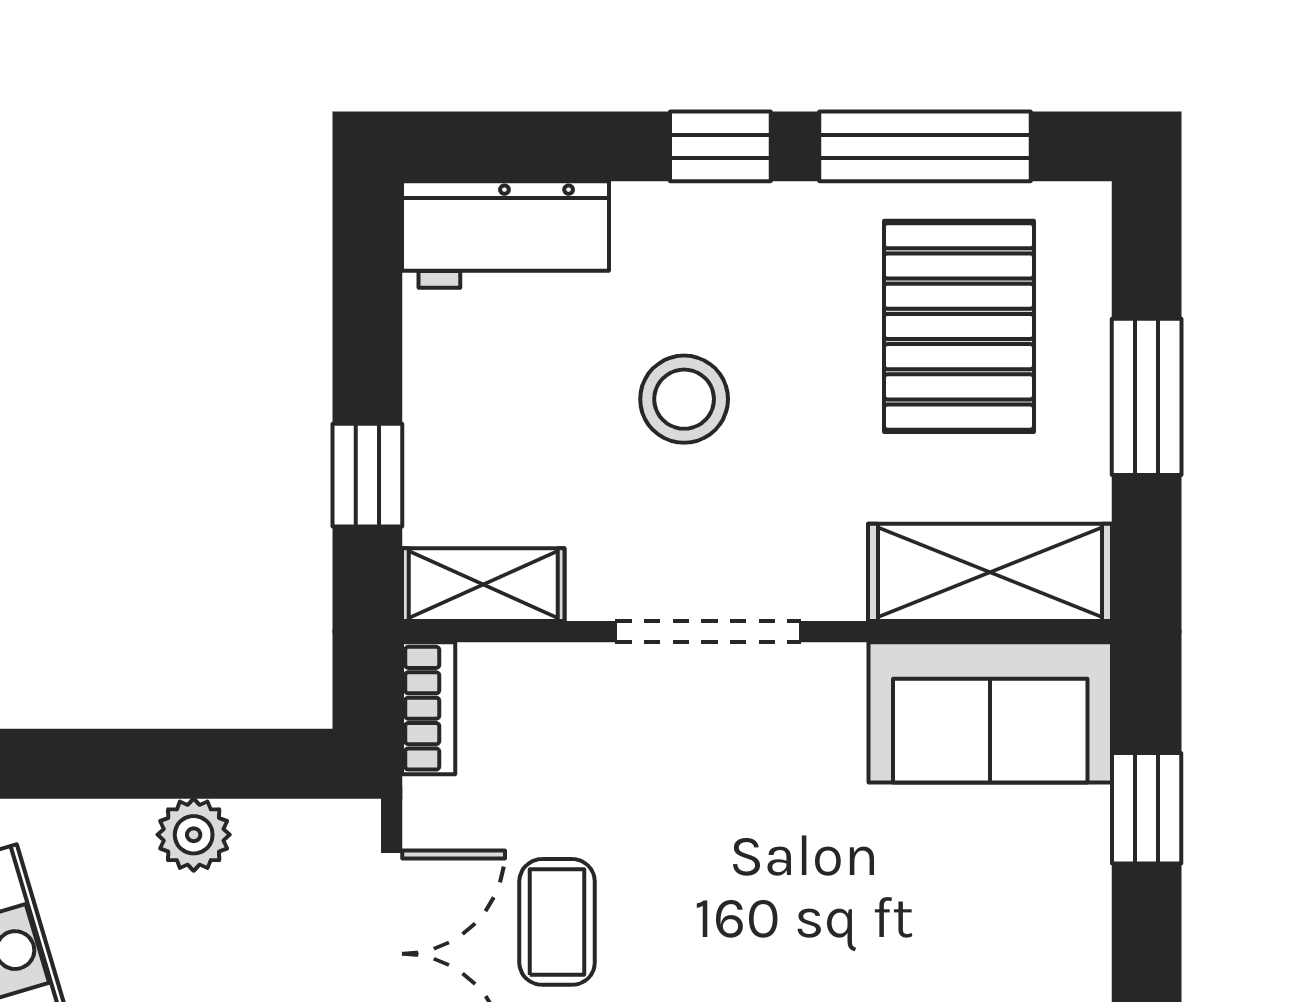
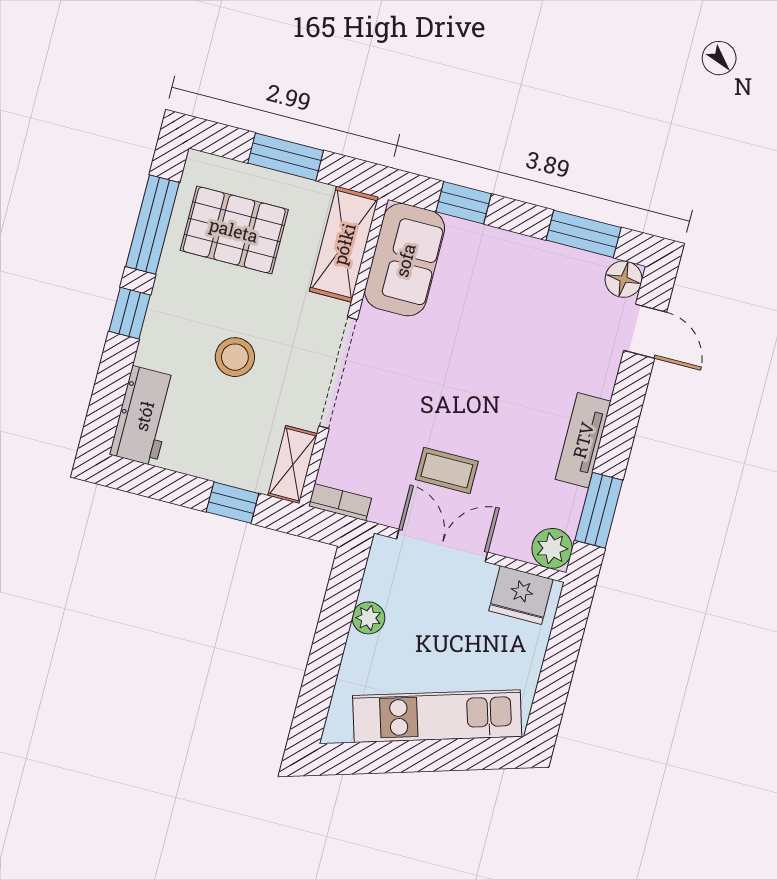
doorway: (708, 632) -> (338, 373), width x1.36

